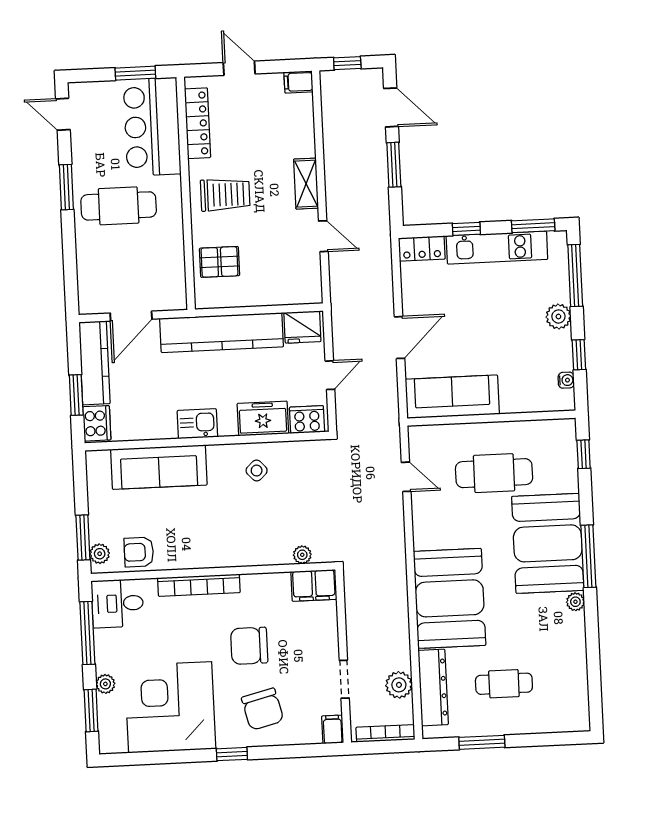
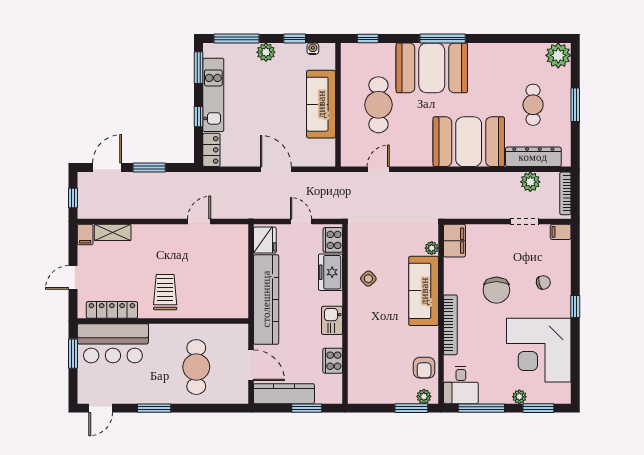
shelving: (306, 184) -> (113, 232), moved
cafe table: (119, 206) -> (196, 367), moved
pallet: (219, 262) -> (214, 299), removed
sofa: (452, 397) -> (321, 104), moved
cooker: (97, 423) -> (333, 361), moved, turned -90
sofa: (159, 467) -> (424, 291), moved, turned 180
plant: (575, 602) -> (558, 55), moved, width x1.88, depth x1.88
chair: (263, 709) -> (543, 282), width x0.54, depth x0.54
window: (482, 742) -> (575, 105), moved

